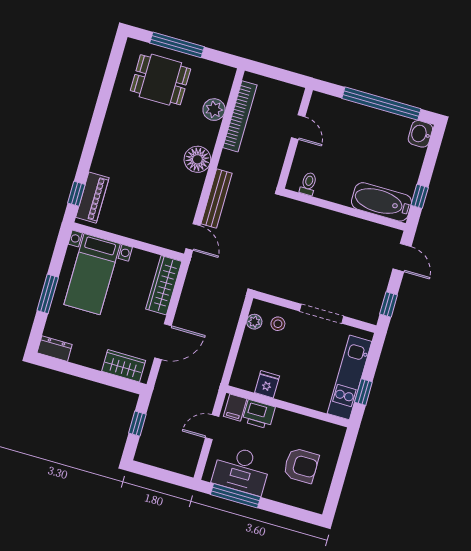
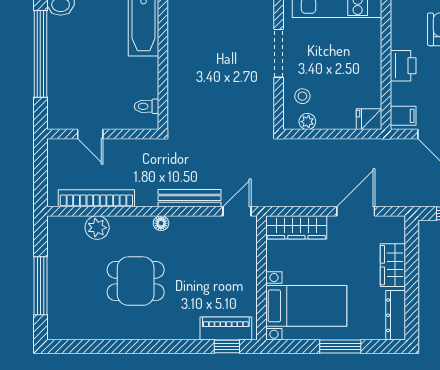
dining table: (160, 80) -> (136, 281), moved, turned 90
door: (298, 127) -> (90, 134), swing flipped
floor lamp: (197, 159) -> (161, 223), width x0.53, depth x0.53
door: (163, 342) -> (356, 211), hinge flipped
dresser: (55, 349) -> (396, 315), width x1.44
wardrobe: (124, 366) -> (393, 265), moved
fridge: (267, 384) -> (369, 119), moved
printer: (259, 414) -> (403, 66), moved

